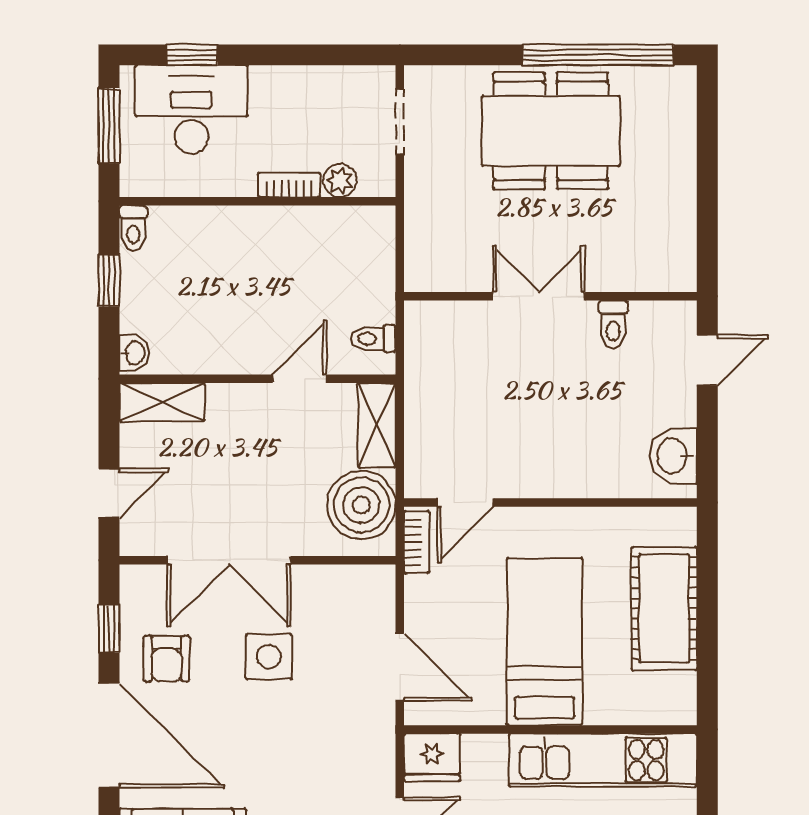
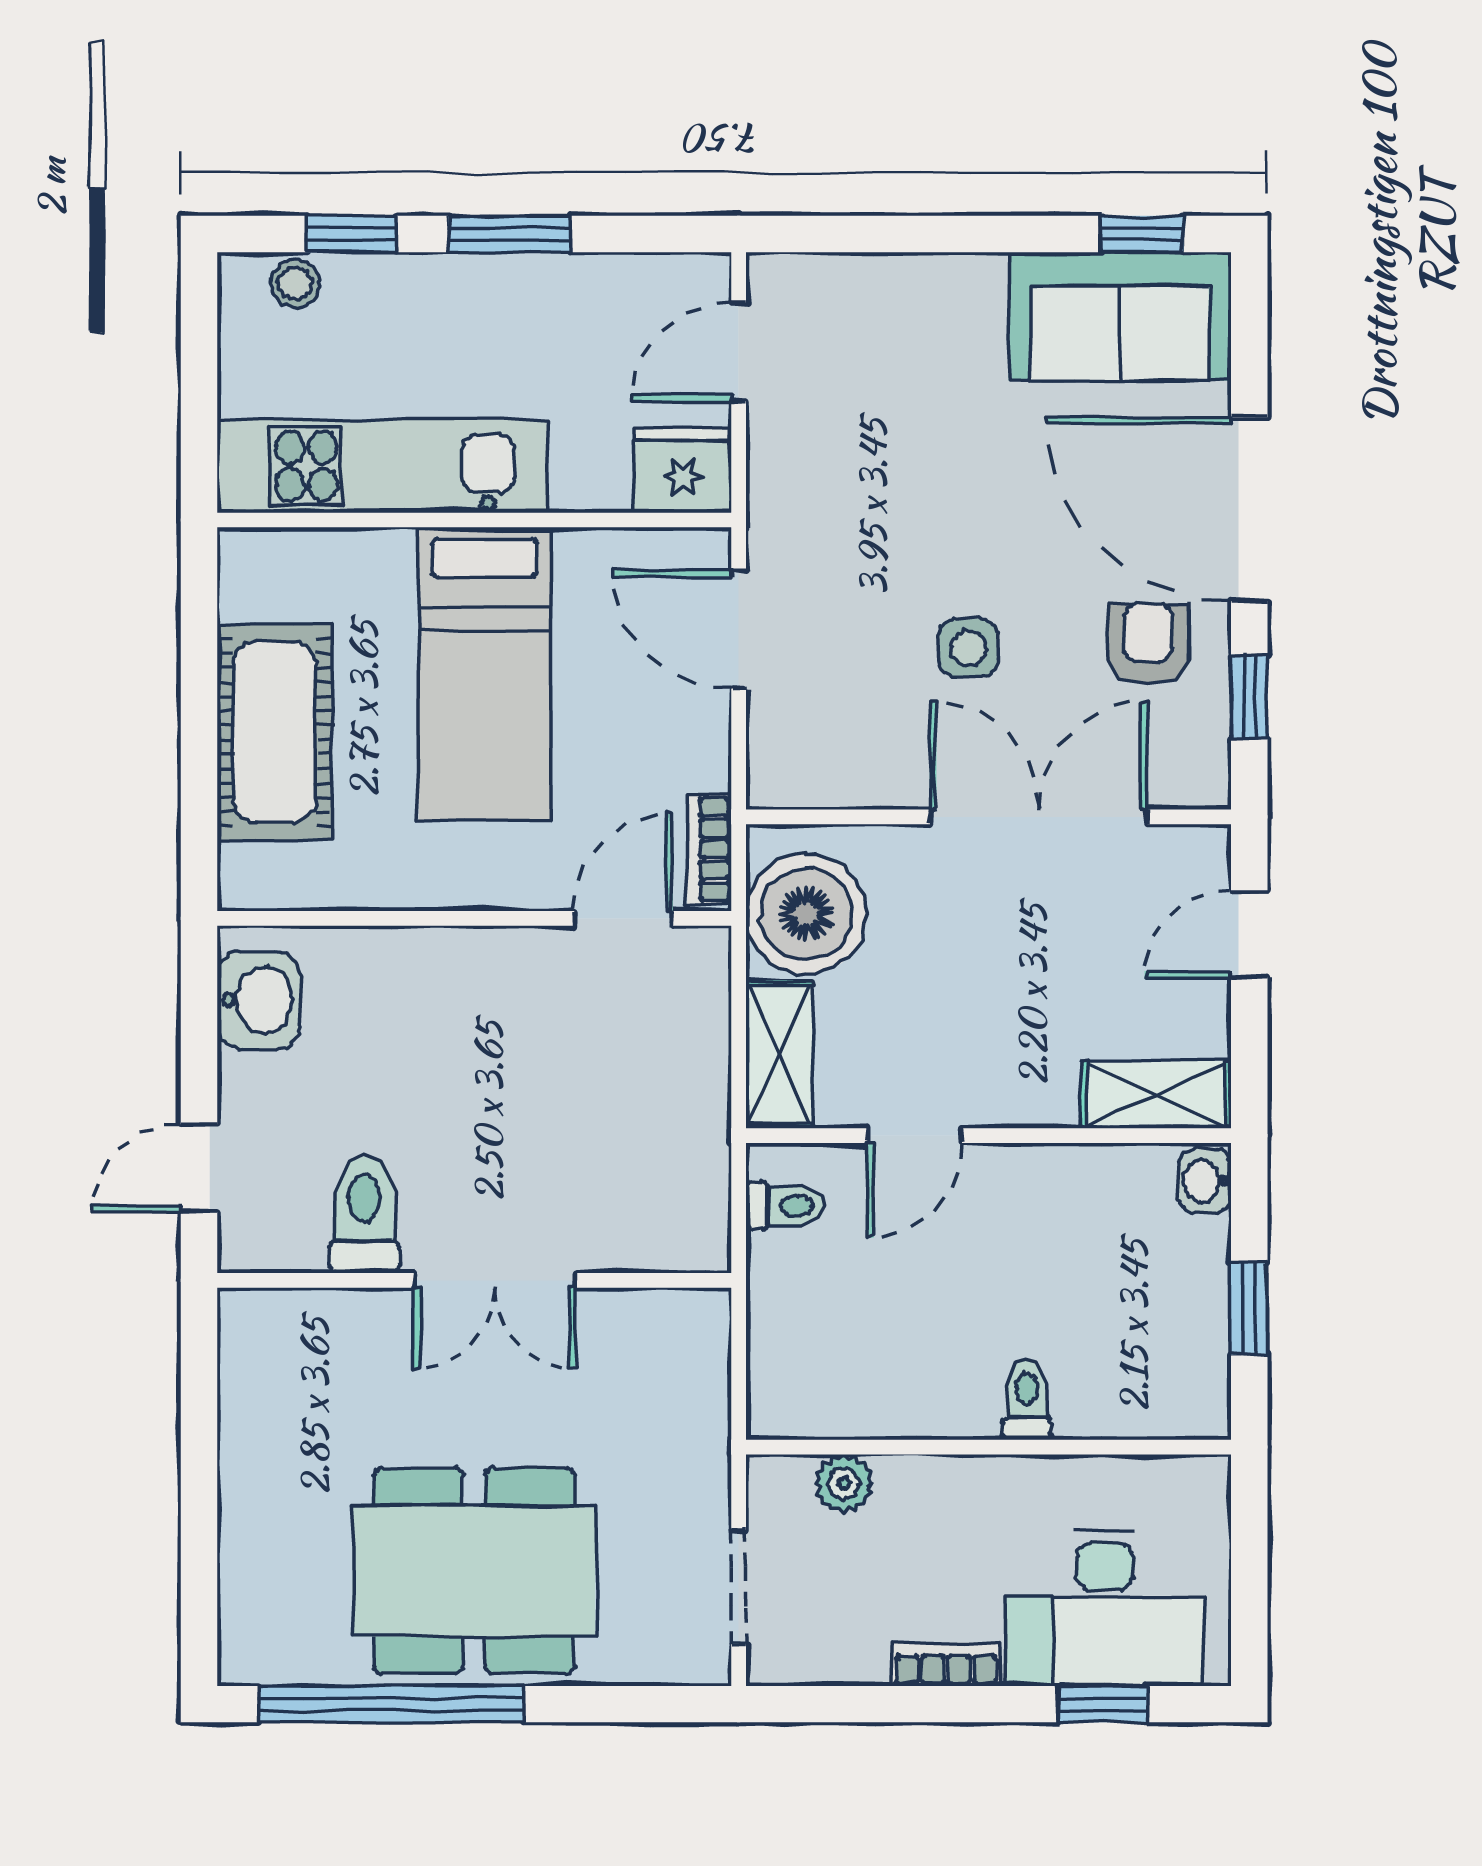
window: (109, 126) -> (1249, 1580), removed
bookcase: (289, 185) -> (946, 1664), moved, turned 180
toilet: (133, 228) -> (1027, 1400), moved
toilet: (613, 324) -> (364, 1215), width x1.37, depth x1.39
side table: (269, 657) -> (969, 648), width x0.73, depth x0.73

